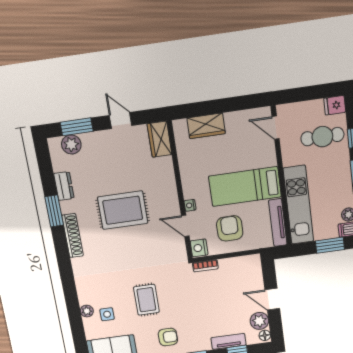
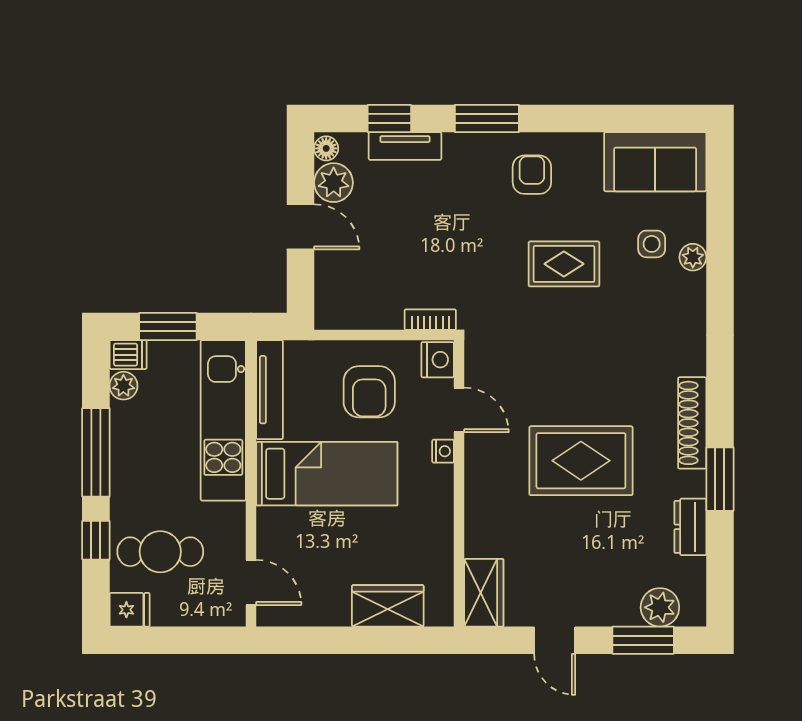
rug: (146, 300) -> (564, 264), turned 90
armchair: (168, 337) -> (532, 175), turned 90

